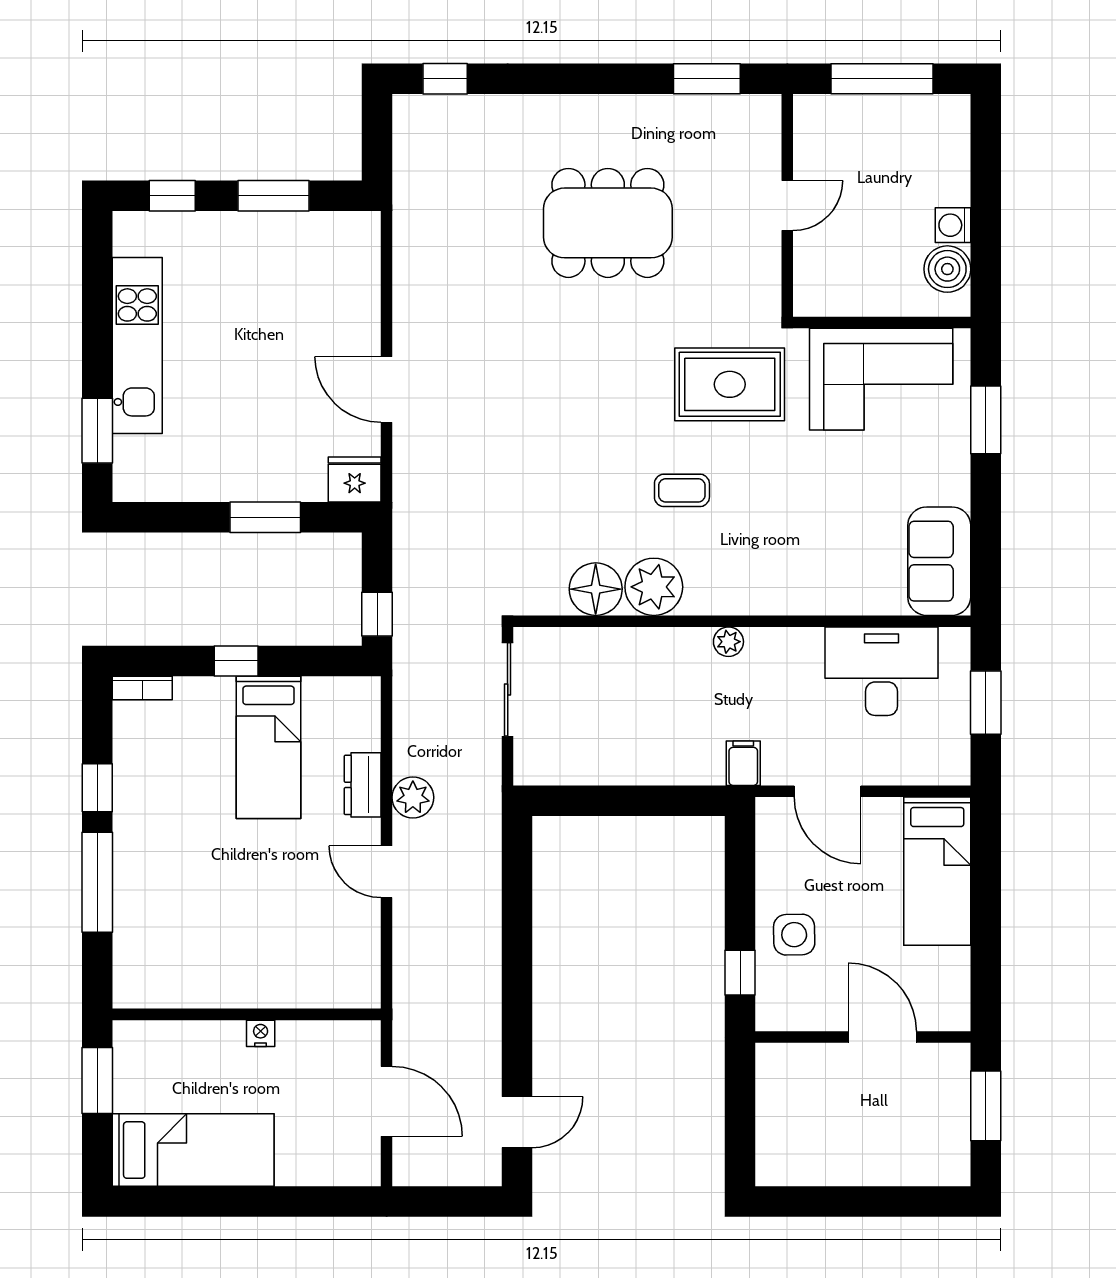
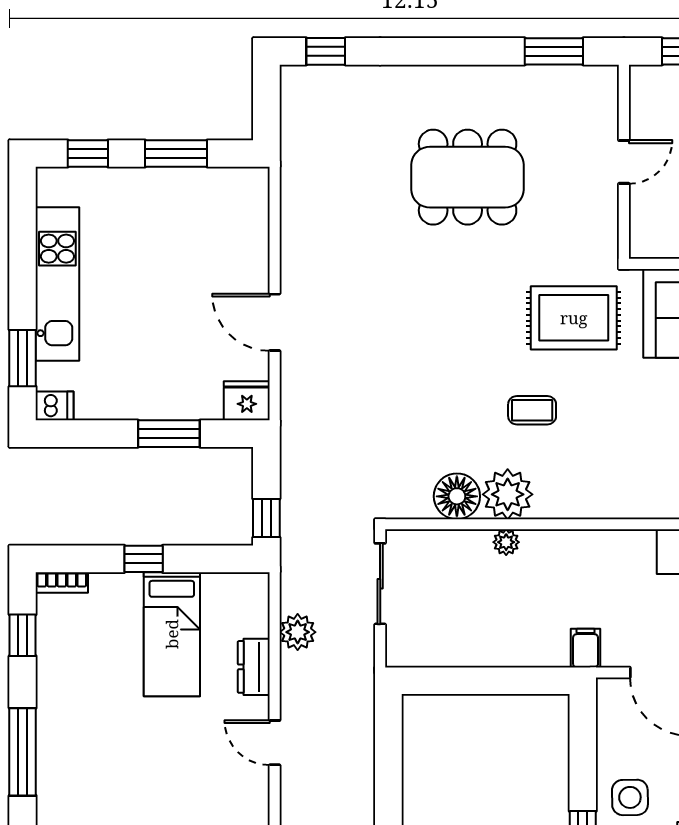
dishwasher: (134, 485) -> (55, 406), added
plant: (728, 642) -> (506, 542), moved
window: (97, 788) -> (23, 635), moved
plant: (413, 797) -> (298, 632), moved

